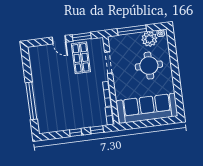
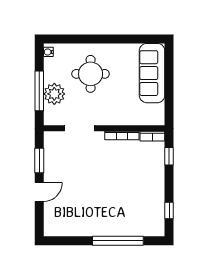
plant: (149, 39) -> (54, 94), moved
shop shelf: (81, 58) -> (68, 165), removed
sofa: (147, 108) -> (152, 73), width x0.74, depth x0.79
window: (76, 133) -> (169, 211), moved

